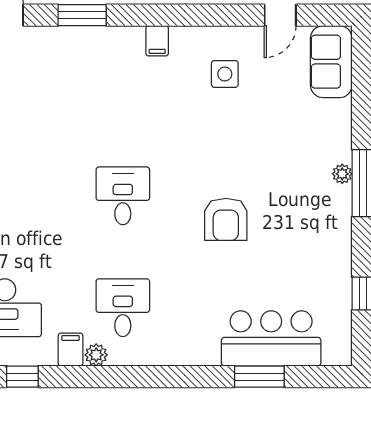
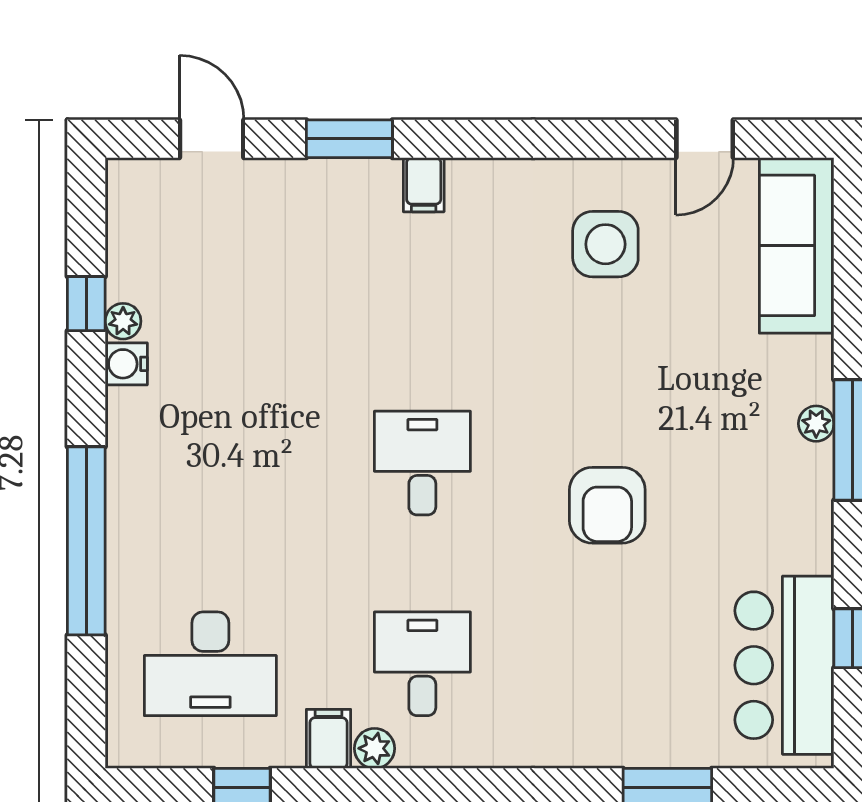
filing cabinet: (157, 41) -> (424, 185), moved
sofa: (331, 62) -> (797, 245), width x1.36
side table: (225, 74) -> (605, 244), width x1.37, depth x1.37
bar counter: (271, 338) -> (784, 665), moved, turned -90

